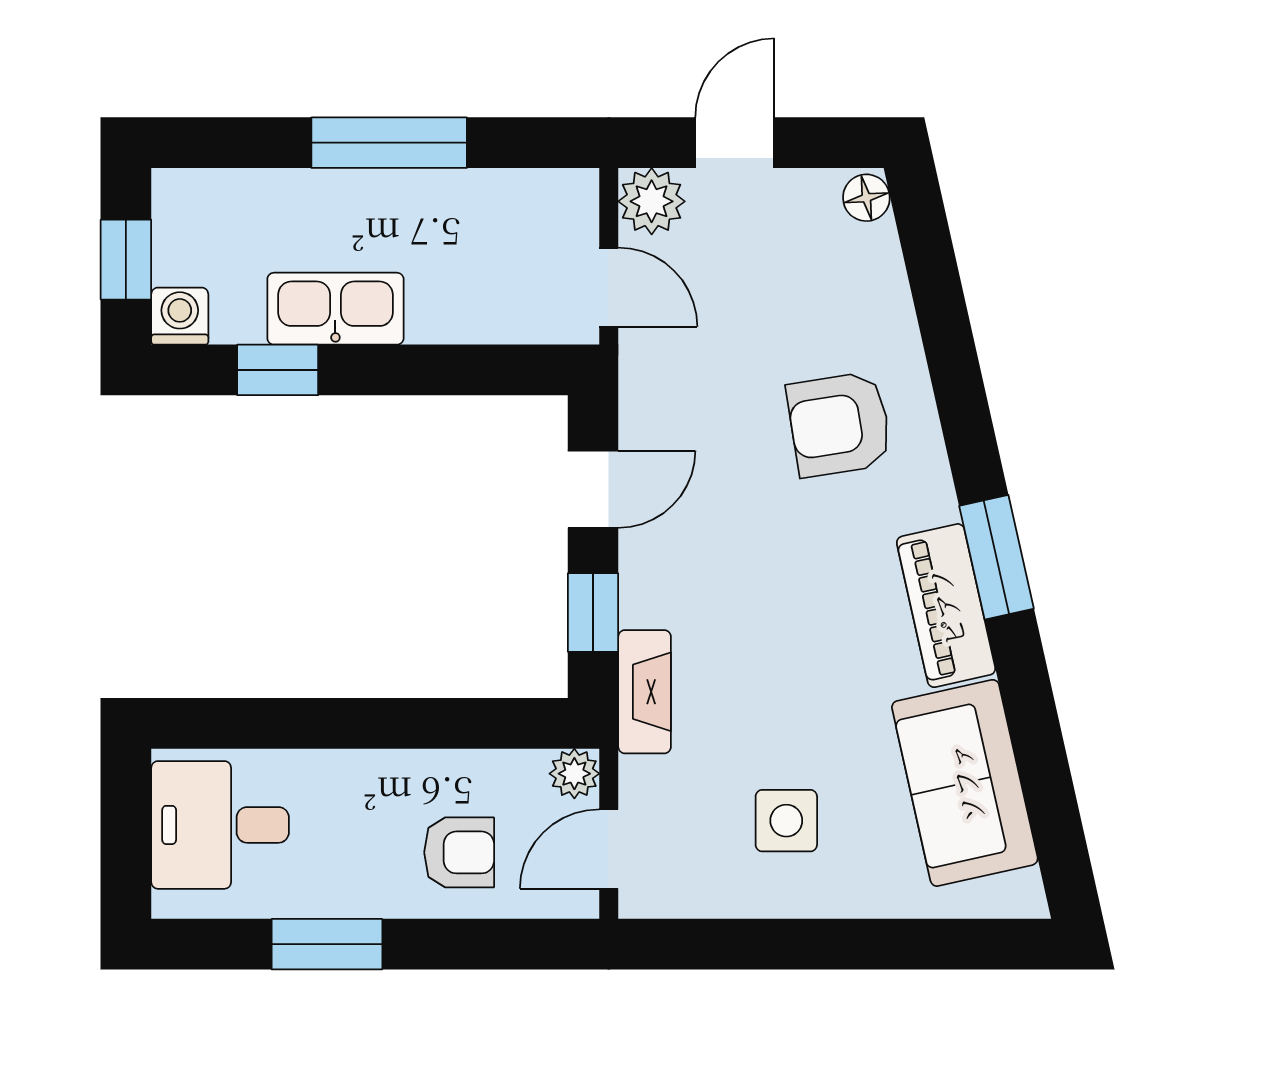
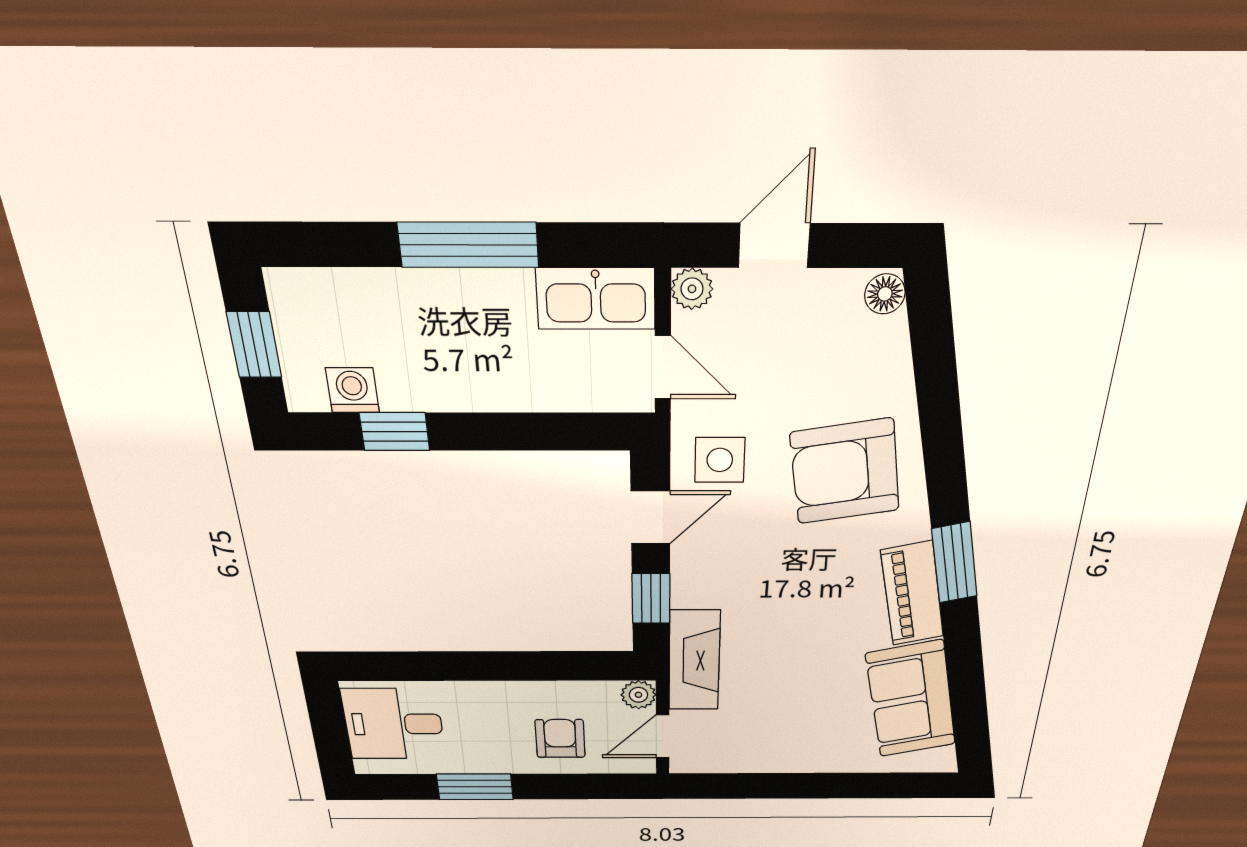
plant: (652, 201) -> (692, 289), width x0.73, depth x0.73
kitchen sink: (335, 309) -> (596, 299), moved, turned 180
washing machine: (180, 316) -> (352, 390), moved
armchair: (839, 424) -> (845, 472), width x1.36, depth x1.36
fireplace: (645, 692) -> (694, 661), width x1.37, depth x1.32
side table: (786, 821) -> (720, 460), moved
armchair: (459, 852) -> (560, 738), turned -90

